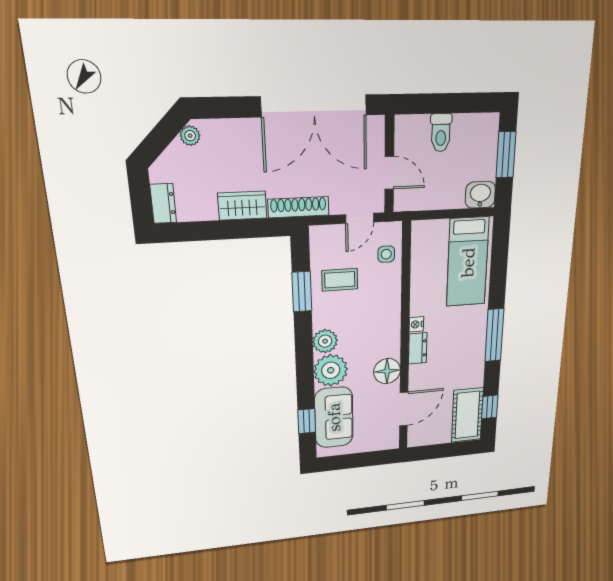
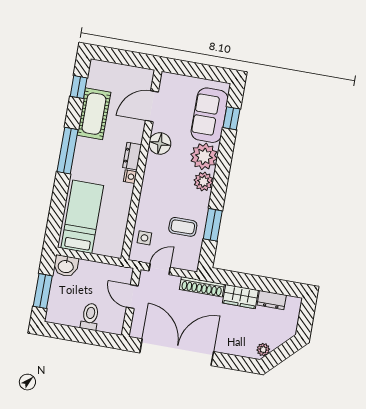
dresser: (163, 203) -> (272, 300), moved, turned -90
cot: (467, 415) -> (94, 114), moved

